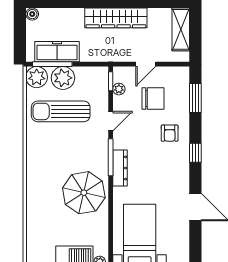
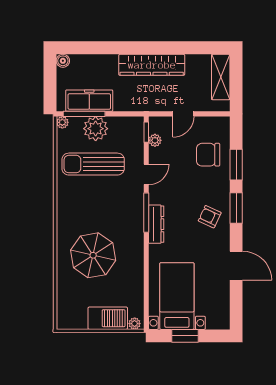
plant: (37, 77) -> (62, 122), width x0.53, depth x0.53
chair: (153, 98) -> (208, 155), moved, turned 180
window: (195, 98) -> (236, 165), moved
armchair: (170, 133) -> (210, 217), moved, turned 115
window: (195, 153) -> (236, 208), width x1.50
parasol: (84, 193) -> (93, 255), moved

